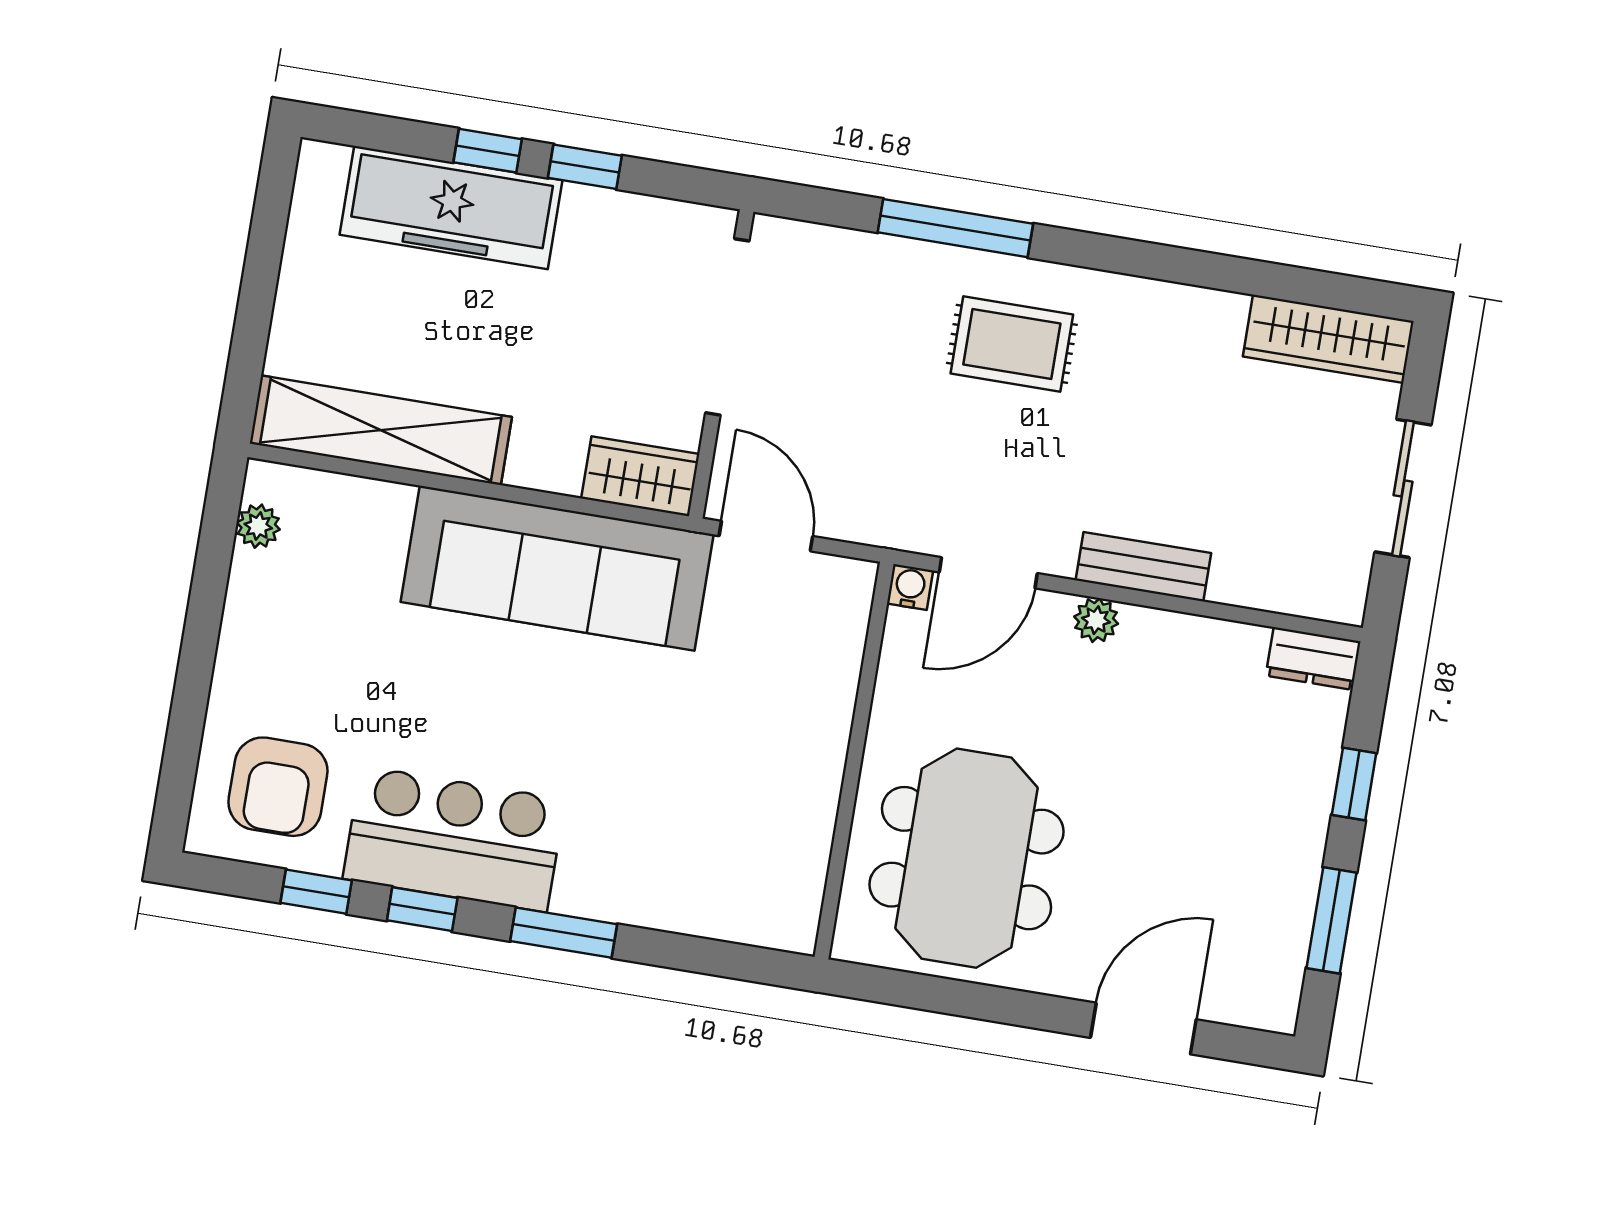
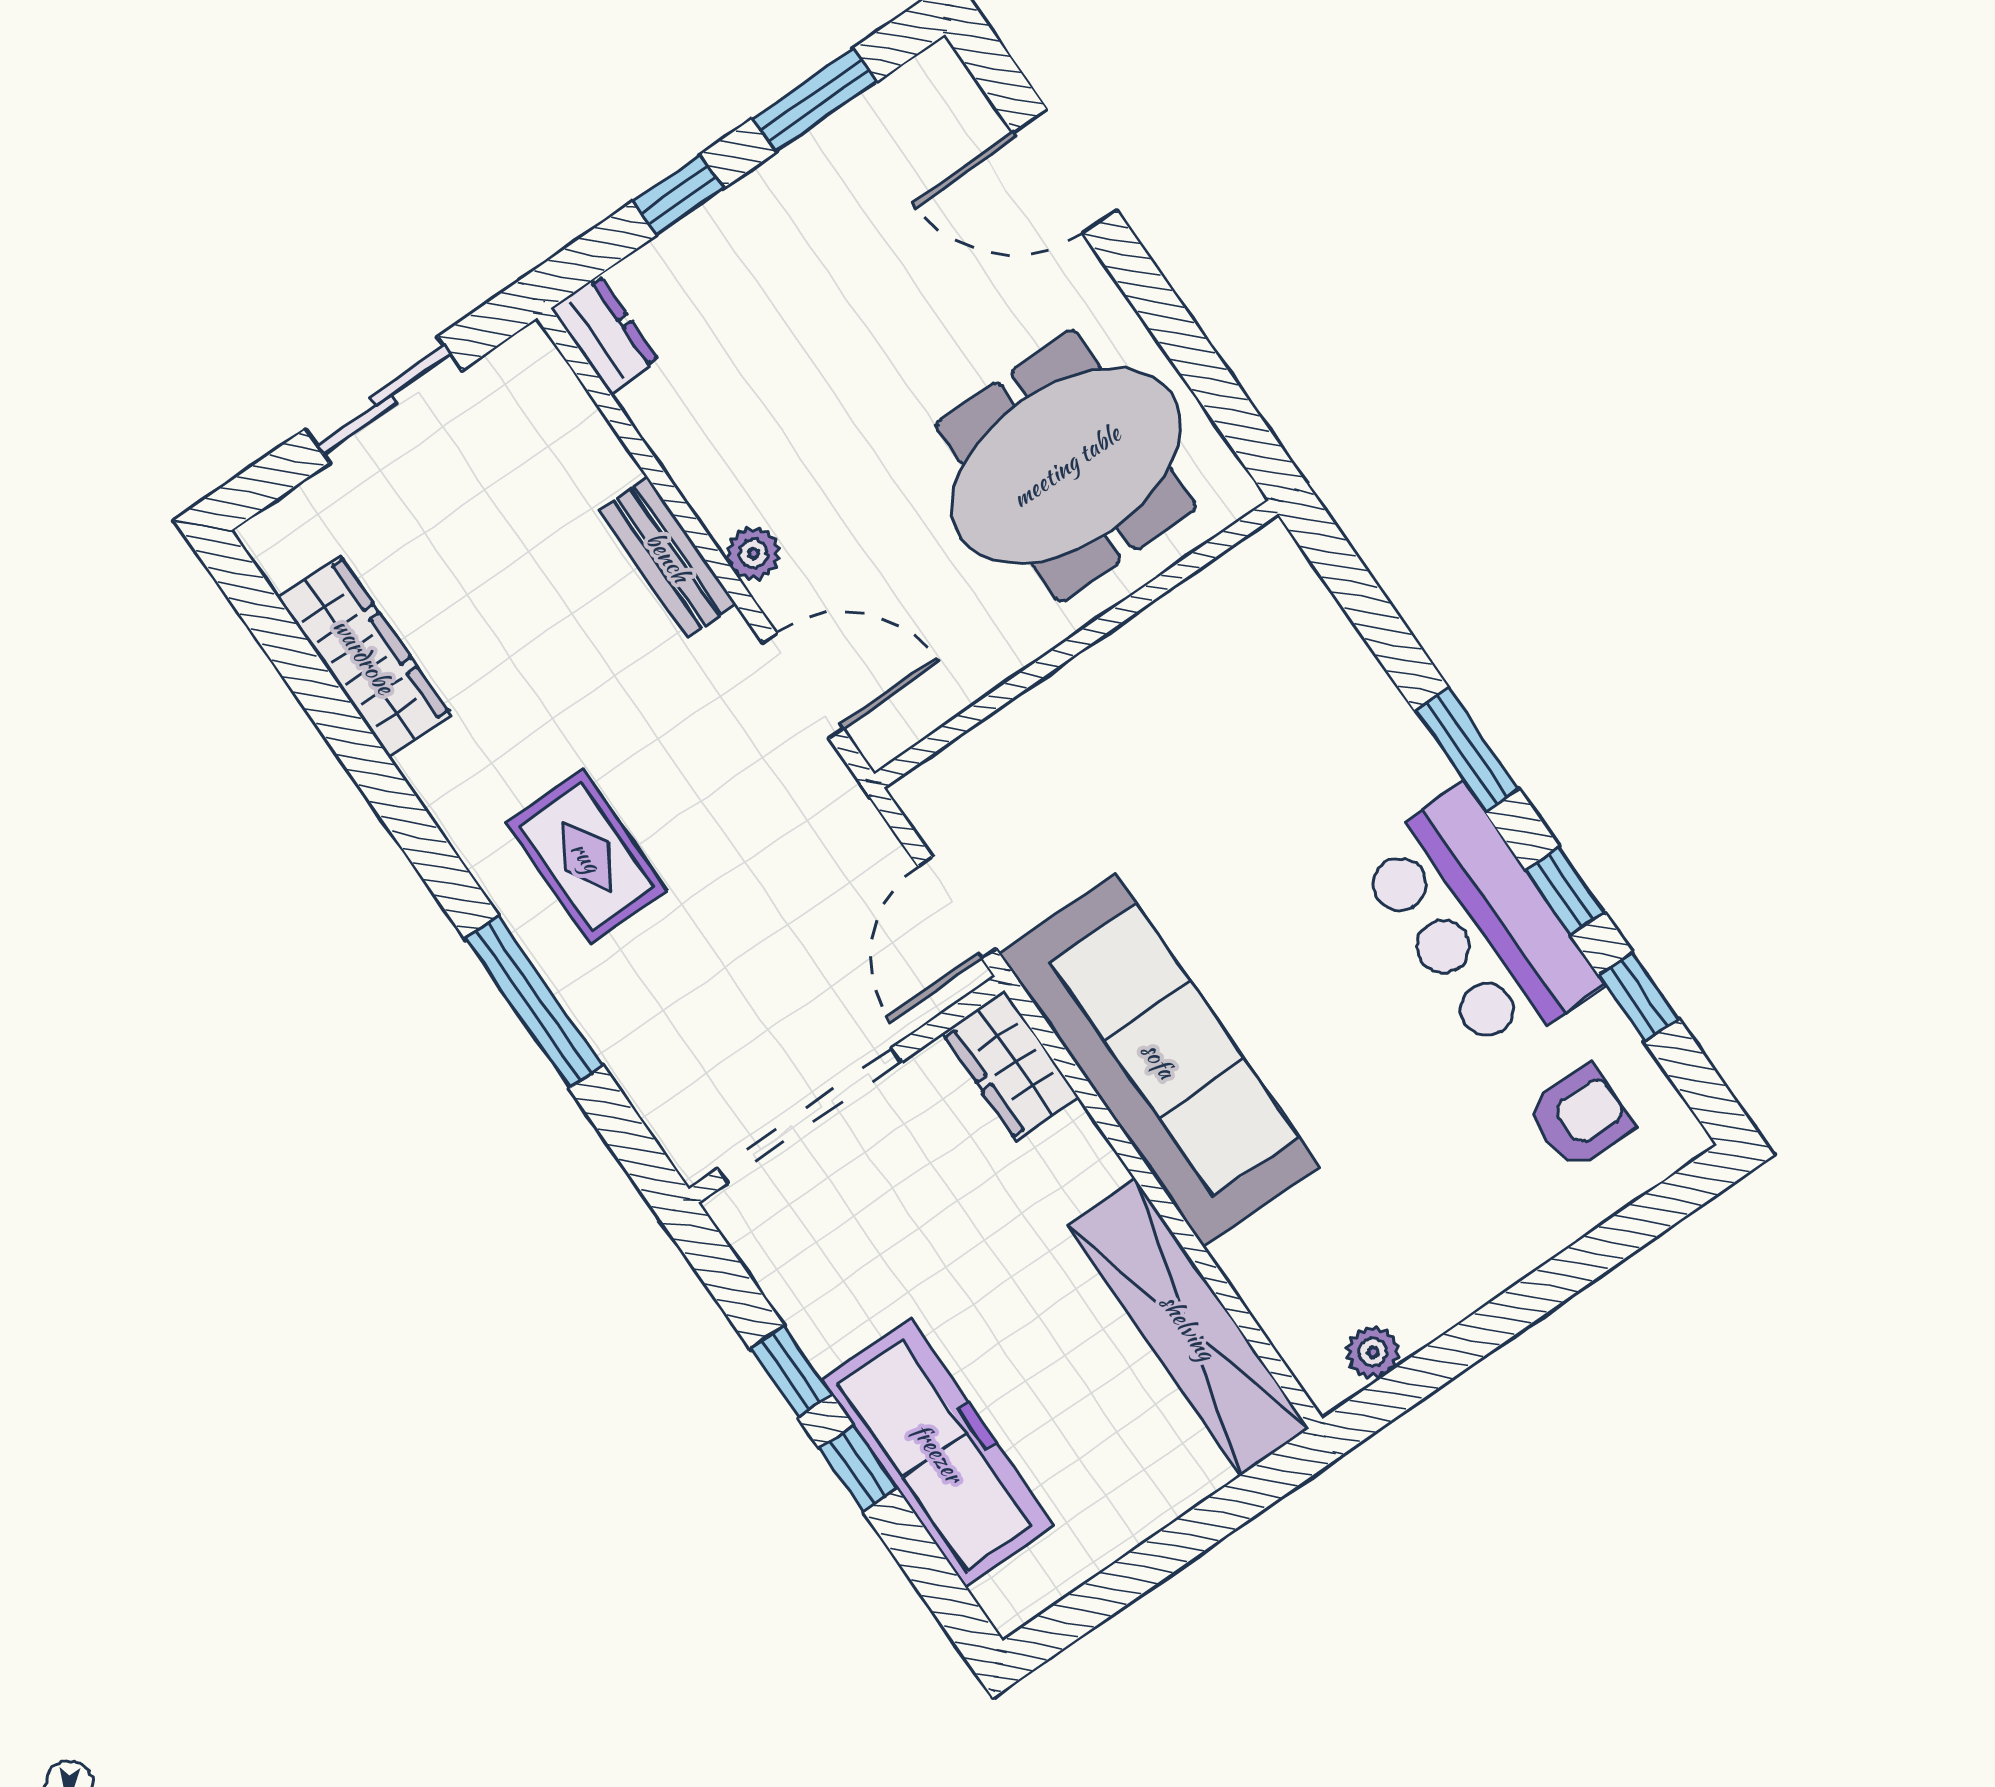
wardrobe: (1328, 339) -> (364, 656), moved
water cooler: (910, 587) -> (880, 741), removed
armchair: (278, 787) -> (1580, 1117), width x0.72, depth x0.72

